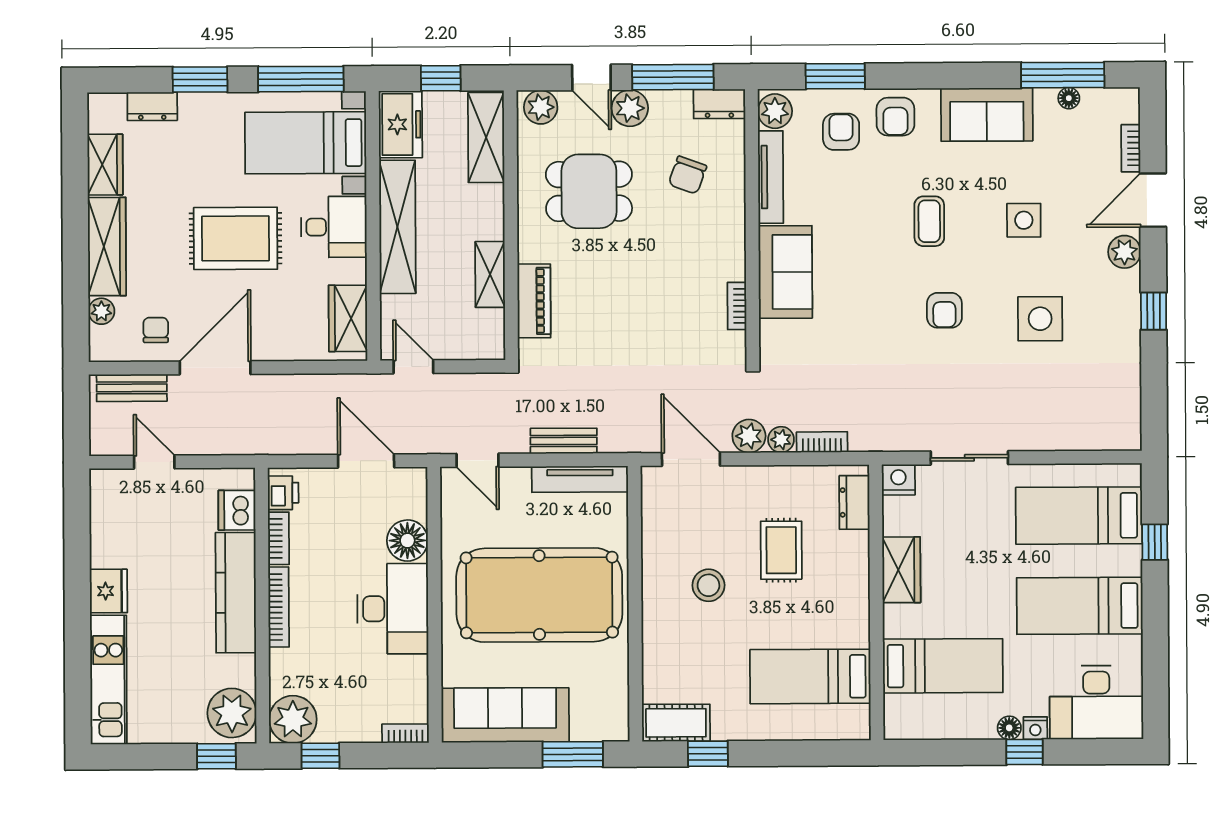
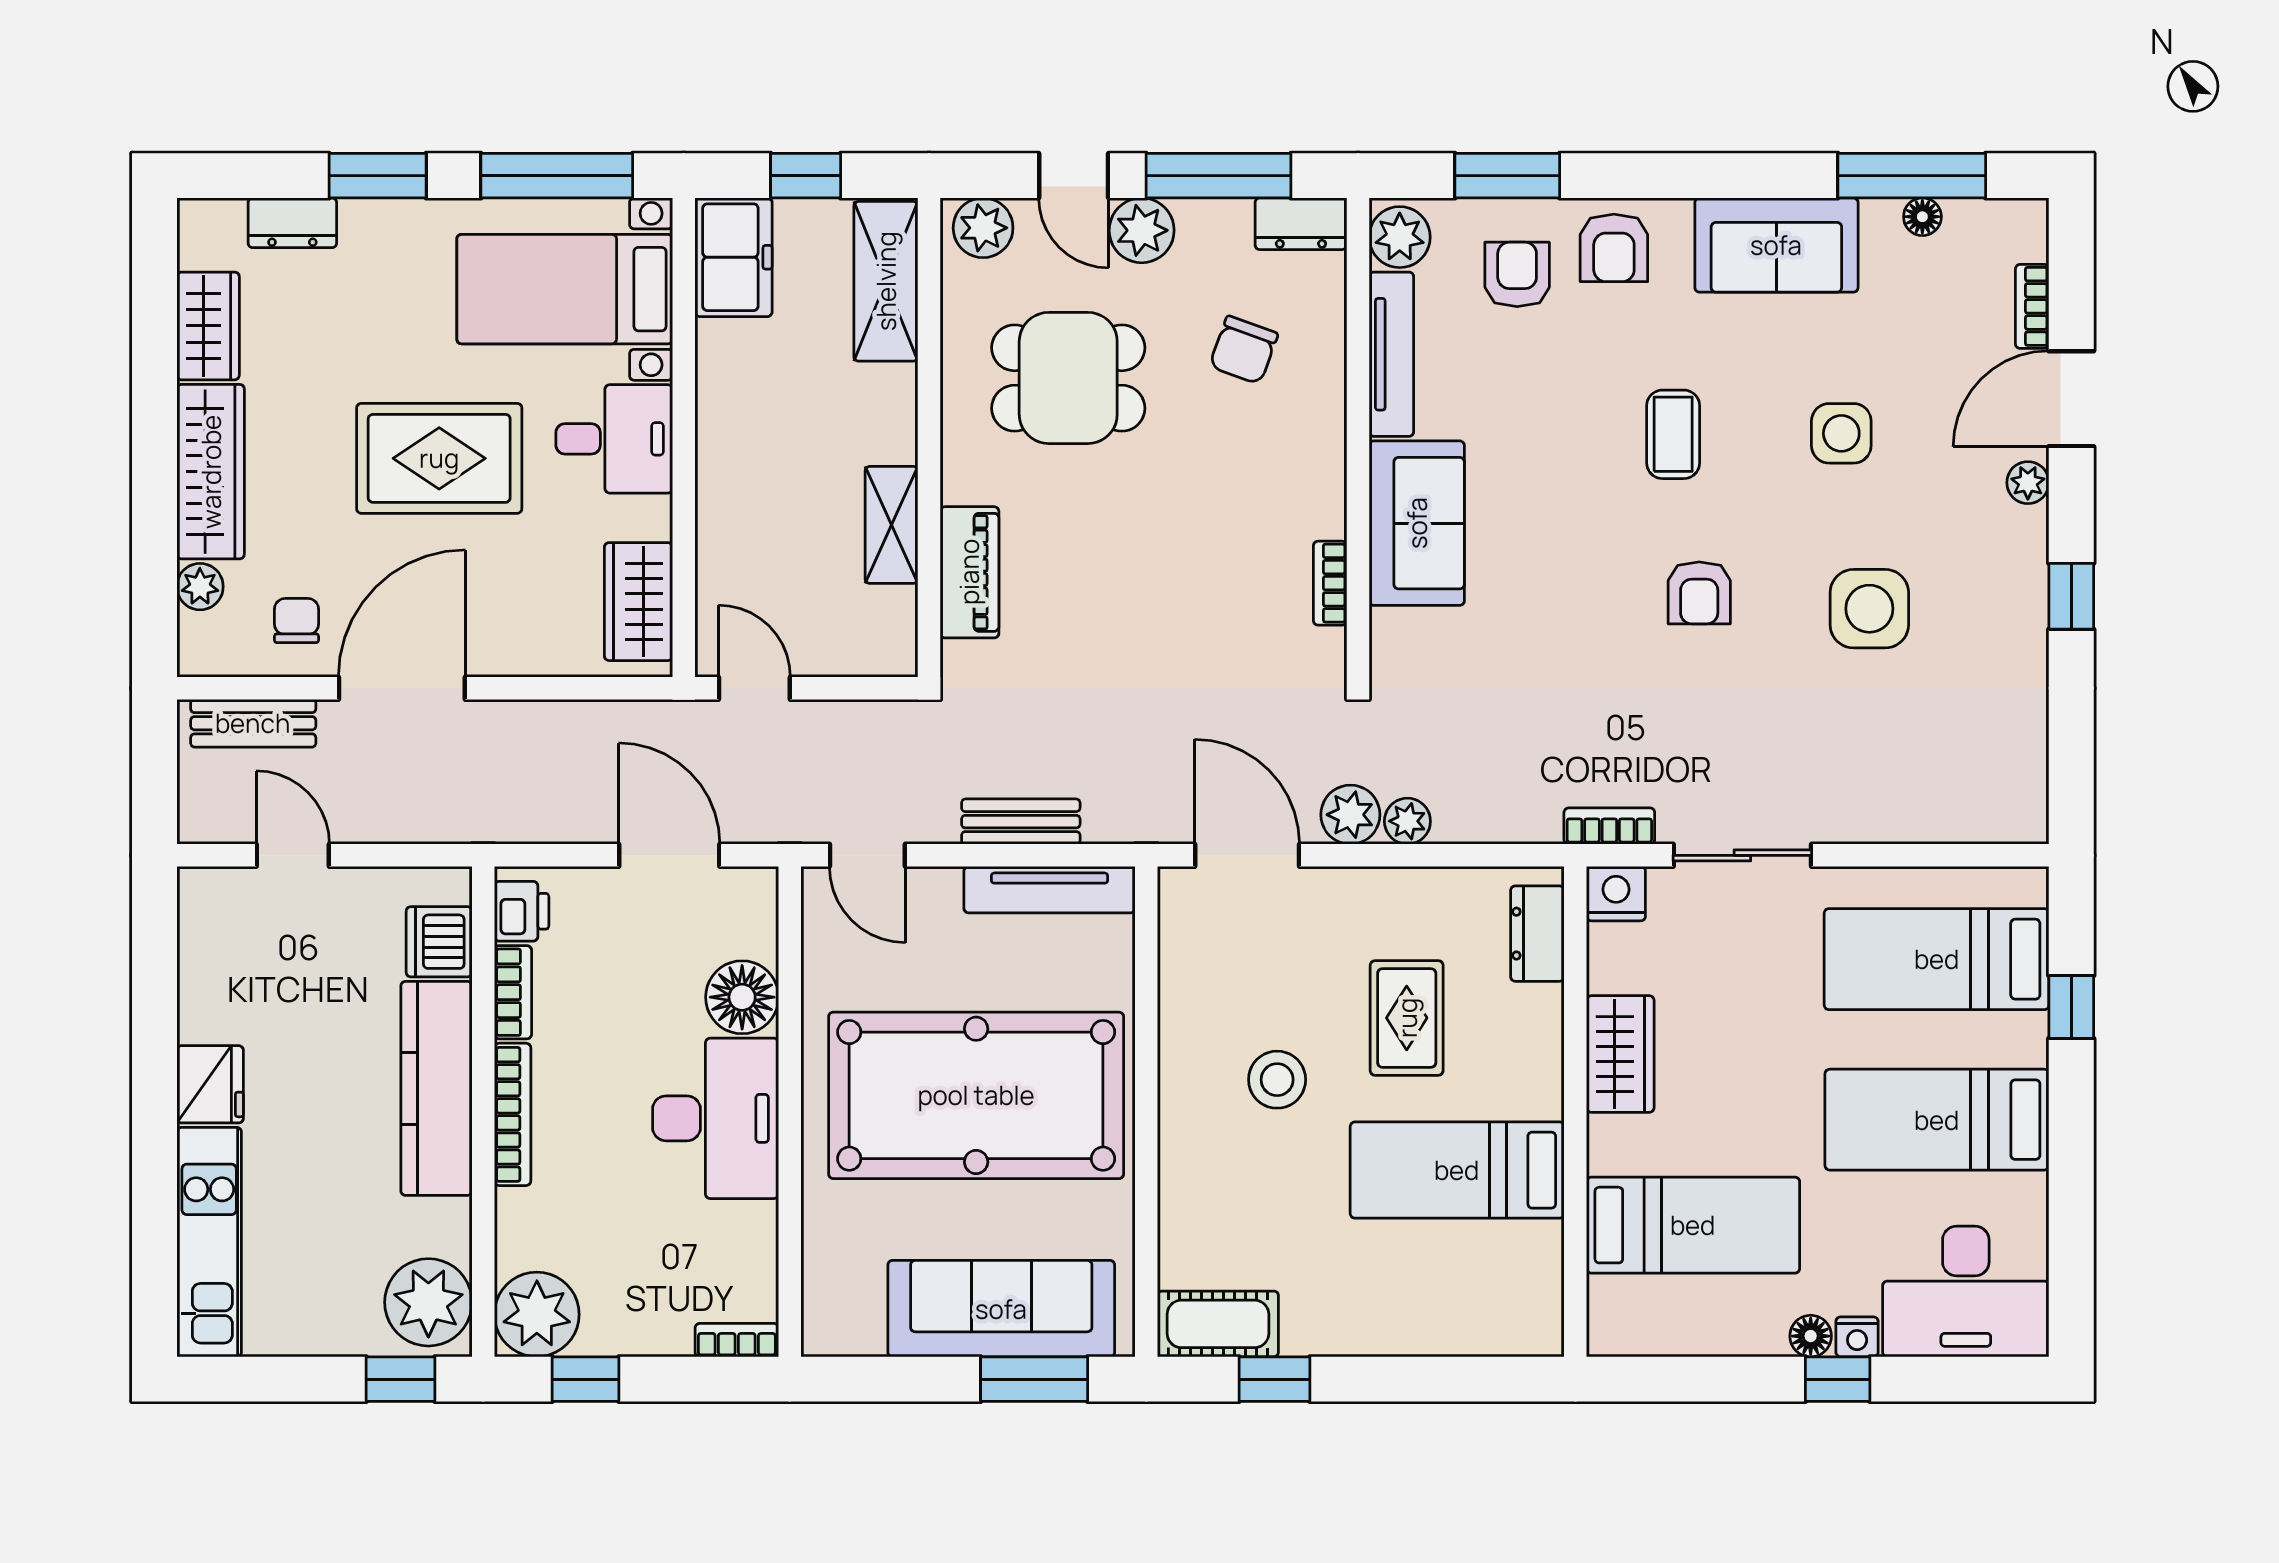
shelving: (397, 227) -> (727, 439), removed
plant: (1124, 252) -> (2028, 483), width x0.73, depth x0.73
bookcase: (822, 442) -> (1609, 826), moved
bed: (810, 676) -> (1457, 1170), moved
sofa: (505, 715) -> (1001, 1309), moved

